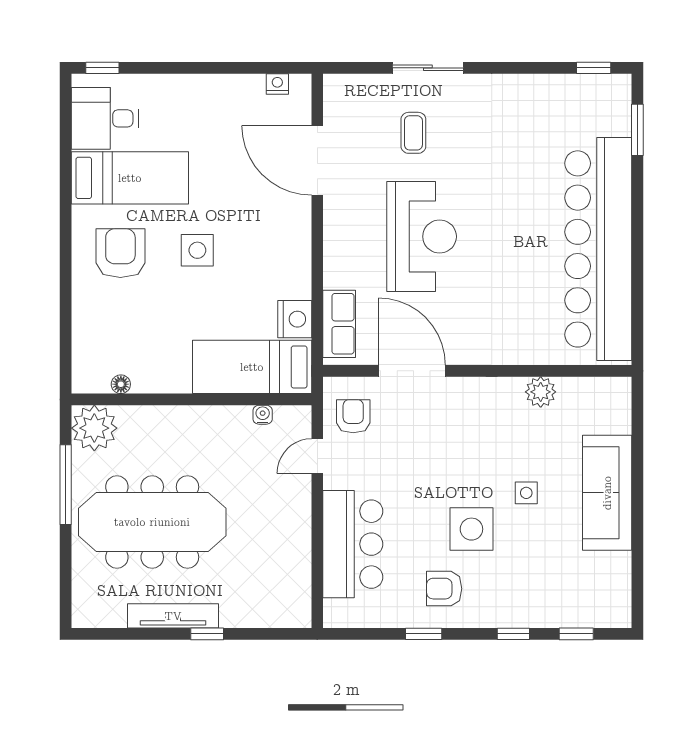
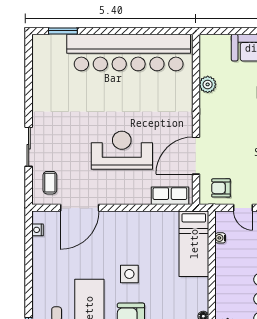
window: (594, 68) -> (29, 55), removed
coffee table: (413, 133) -> (50, 183), moved, turned 90
nightstand: (295, 319) -> (167, 220), removed

